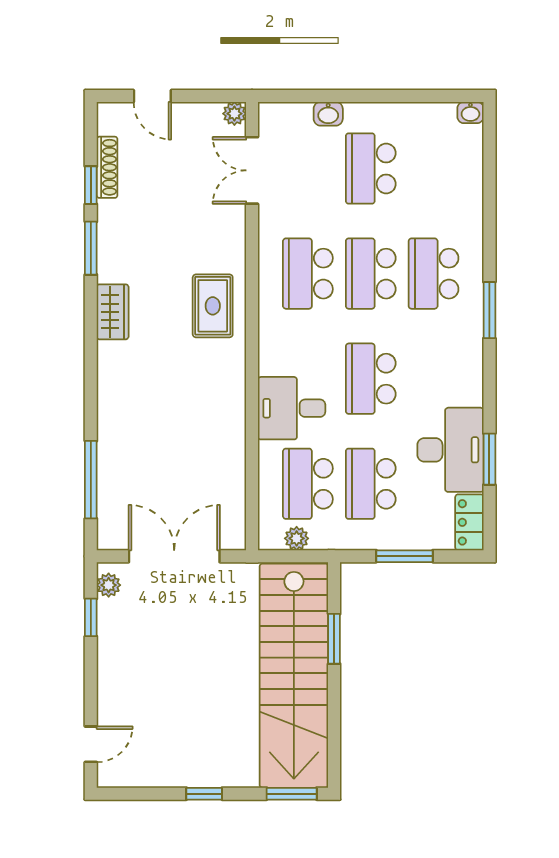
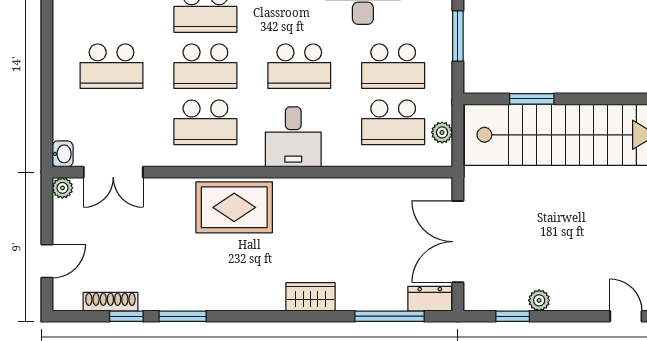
washbasin: (328, 114) -> (63, 154), moved
rug: (213, 306) -> (234, 207), width x1.36, depth x1.43
wardrobe: (113, 312) -> (310, 297), moved
desk: (292, 408) -> (293, 137), moved
dresser: (110, 525) -> (430, 299), added
plant: (109, 585) -> (539, 300), moved

